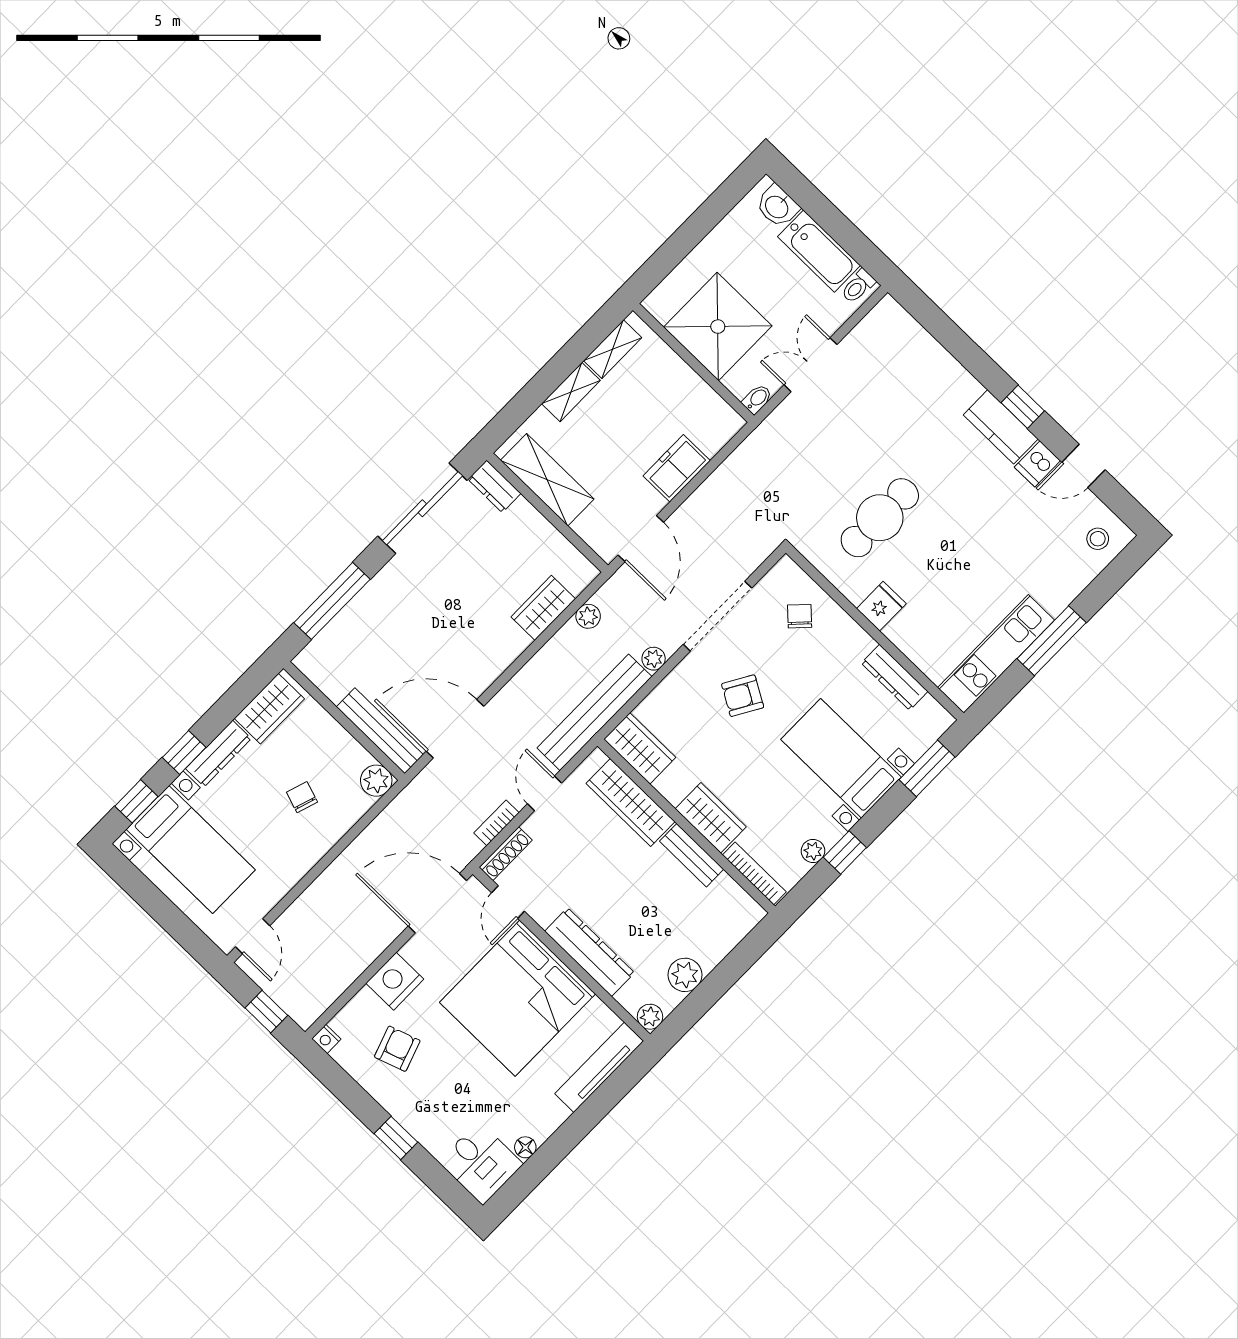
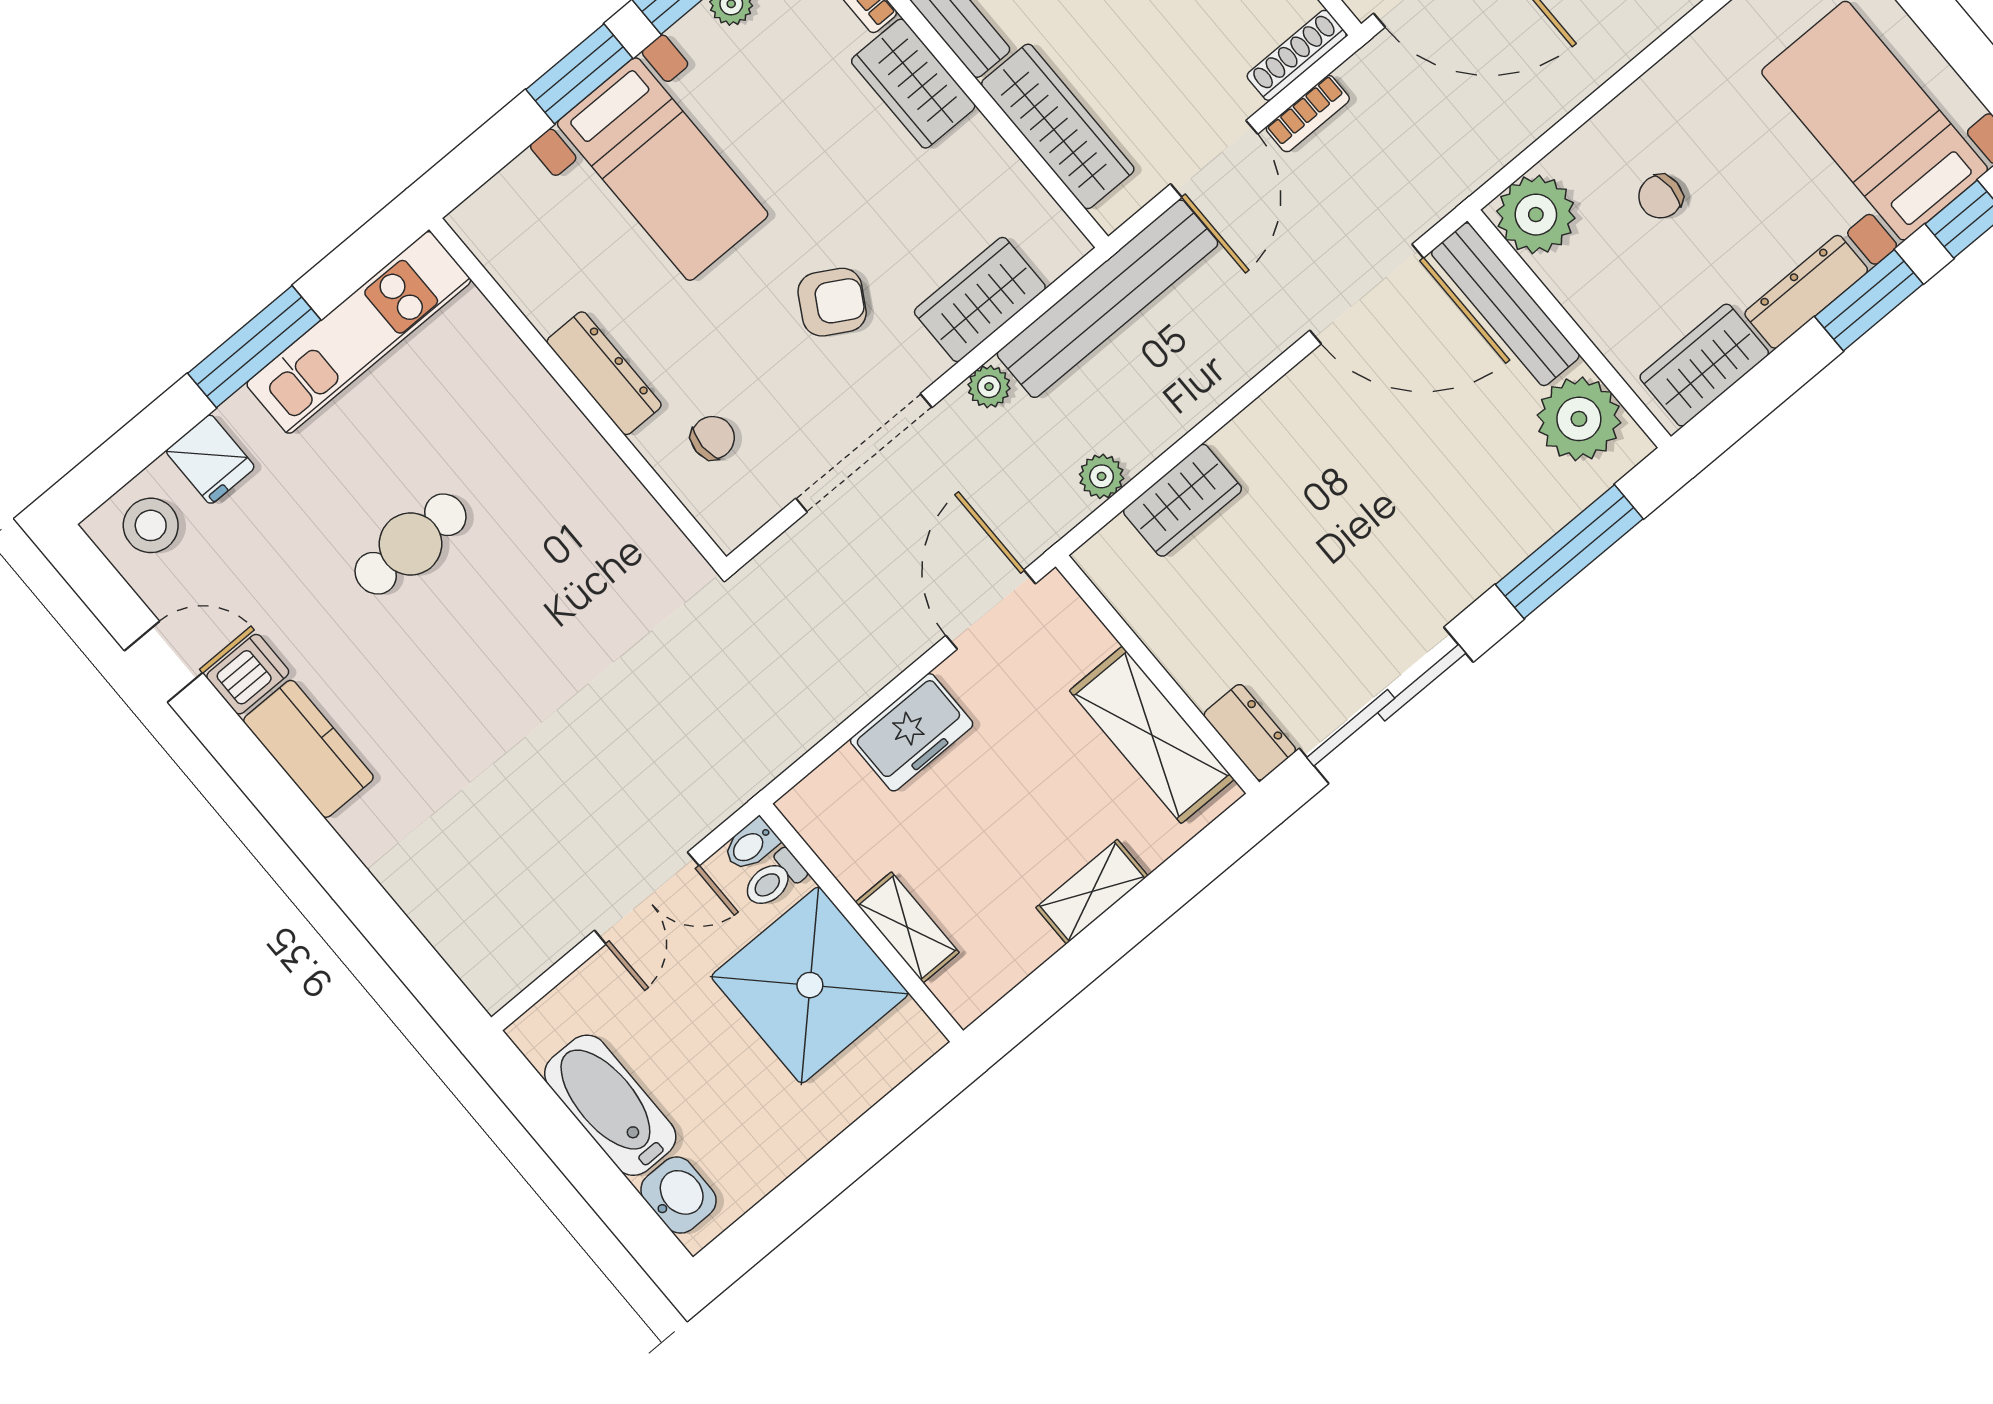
toilet: (858, 286) -> (774, 879), moved, turned 180
shelving: (613, 349) -> (907, 927), moved, turned 90
window: (1023, 407) -> (264, 782), removed
cafe table: (880, 518) -> (411, 544), moved, width x0.73, depth x0.74
stool: (1098, 539) -> (151, 525), width x1.37, depth x1.37
fridge: (881, 606) -> (210, 459), moved, turned -90
chair: (800, 616) -> (713, 438), turned -134
plant: (334, 673) -> (1579, 419), added
dresser: (895, 677) -> (604, 373), moved
wardrobe: (640, 748) -> (980, 300), moved, turned 90
window: (184, 752) -> (1869, 300), width x1.50
window: (927, 768) -> (579, 74), moved
plant: (376, 781) -> (1536, 215), width x1.36, depth x1.36
door: (544, 793) -> (1214, 159), width x1.38
chair: (302, 797) -> (1660, 197), turned 72

